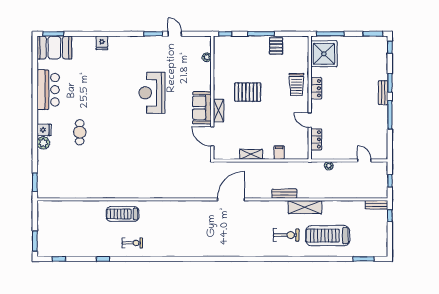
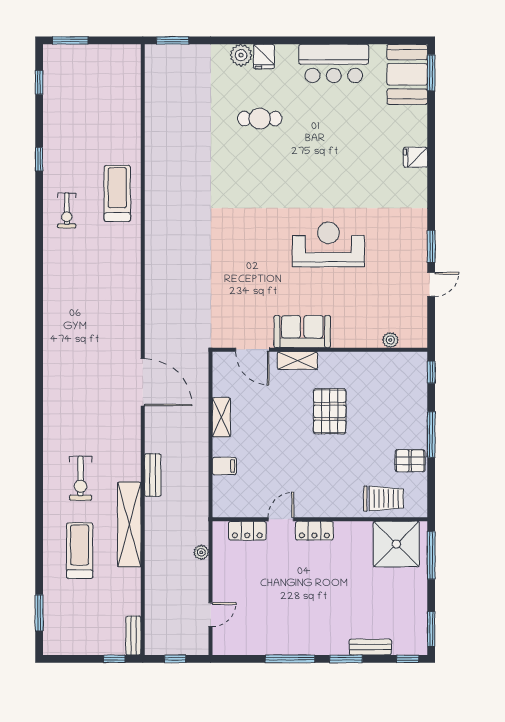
trolley: (296, 85) -> (383, 499), moved, turned 180
locker: (316, 88) -> (314, 531), moved
bench: (383, 93) -> (370, 647), moved
door: (212, 136) -> (252, 350), swing flipped
shelving: (305, 207) -> (129, 525), width x1.47
treadmill: (328, 236) -> (80, 551), width x0.73, depth x0.73

